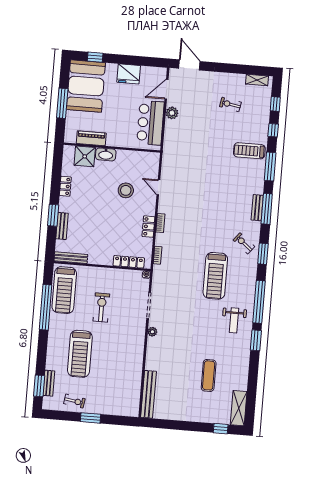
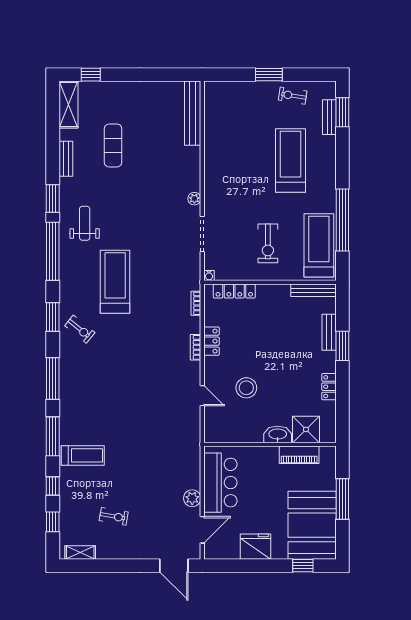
bench: (257, 208) -> (66, 159), moved
exercise bike: (101, 307) -> (268, 243), moved

